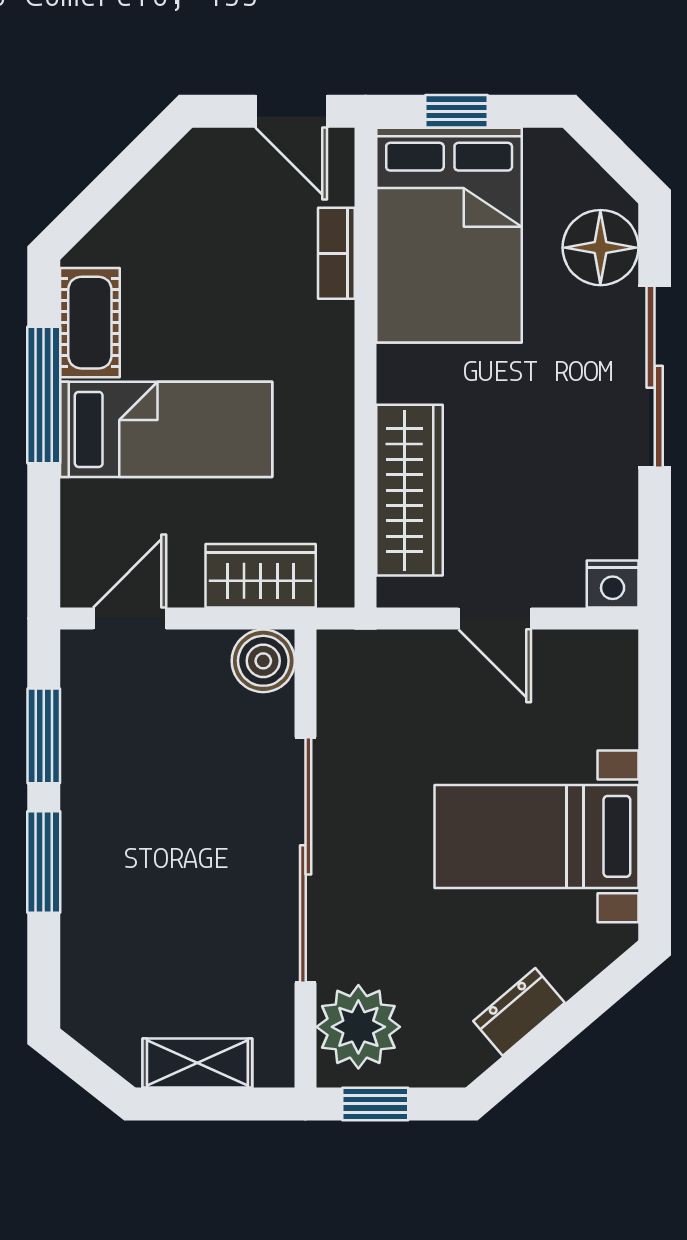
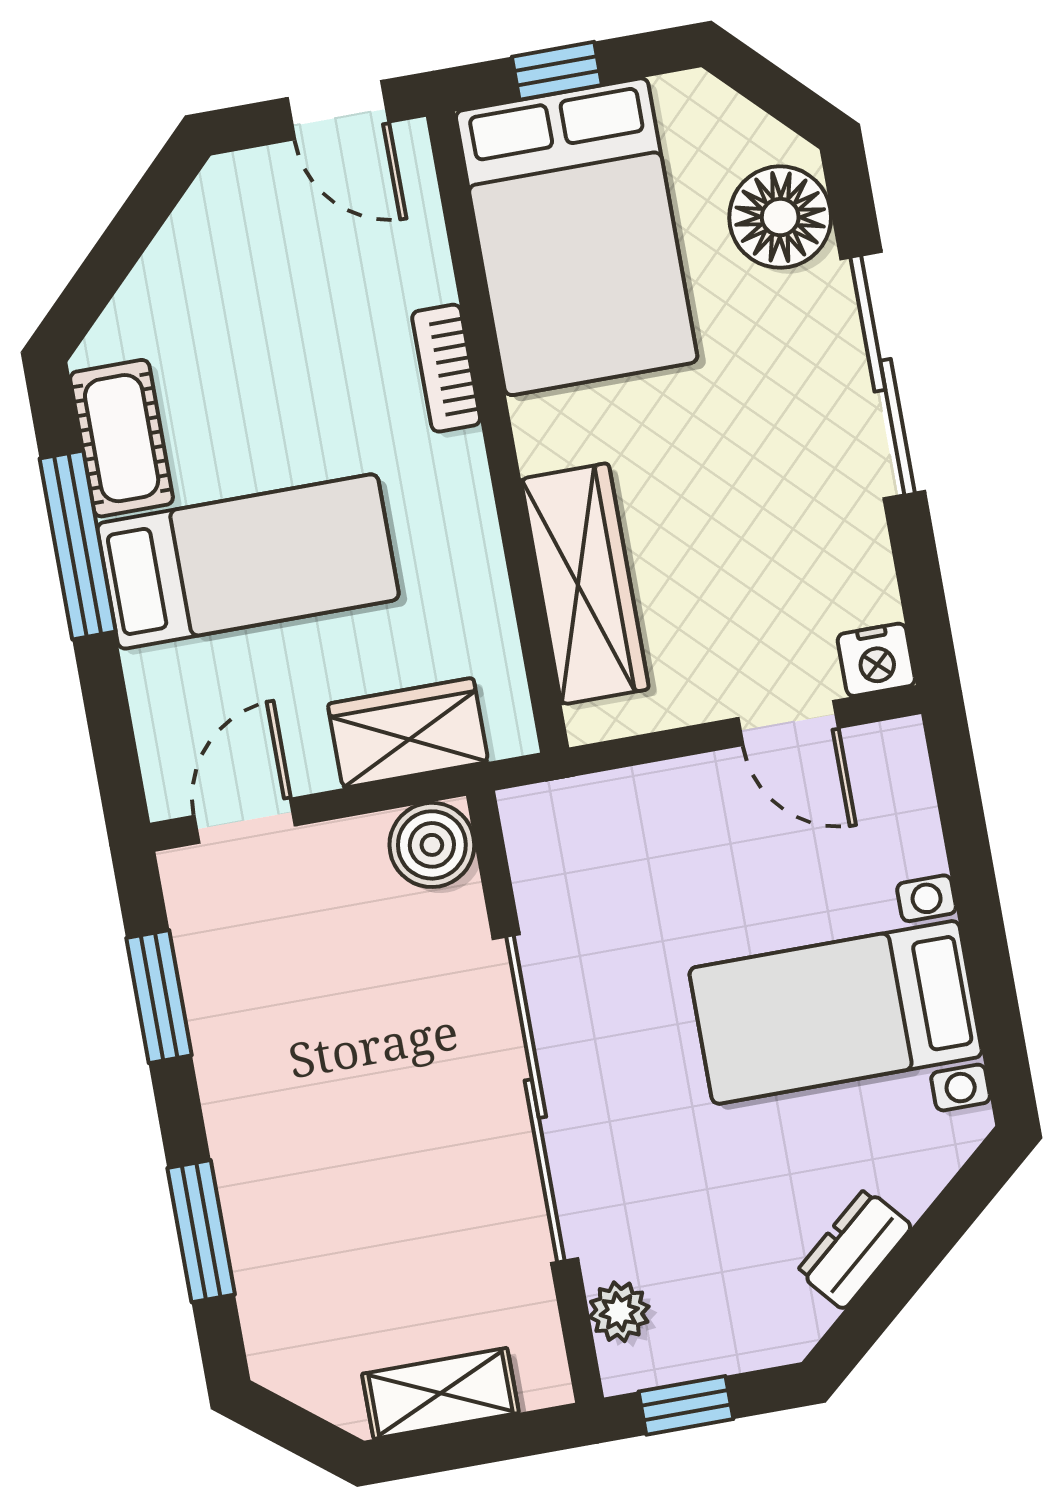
bookcase: (336, 253) -> (446, 368), moved
door: (495, 619) -> (788, 723), moved
window: (44, 862) -> (201, 1231), moved
plant: (358, 1027) -> (619, 1312), width x0.53, depth x0.53

